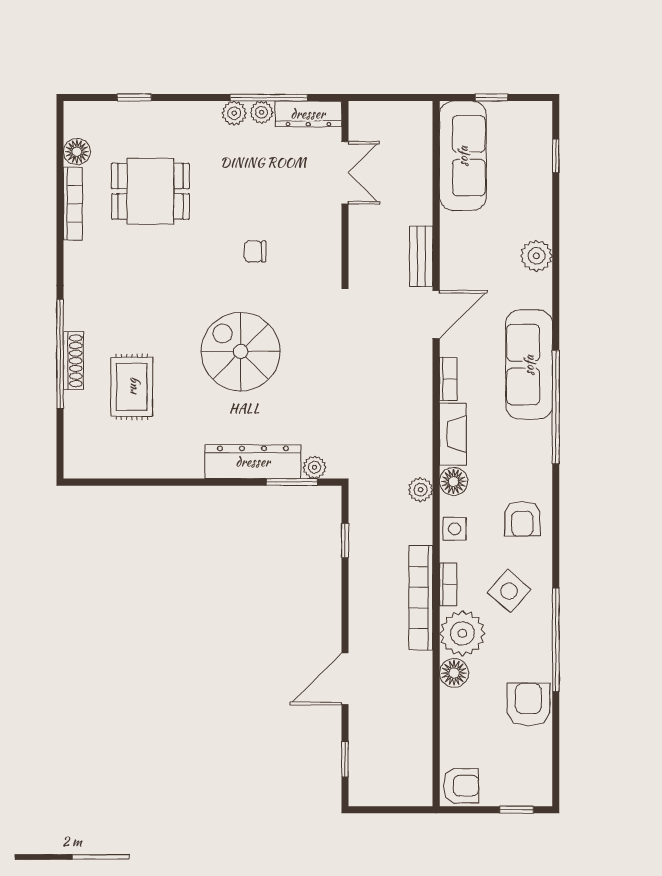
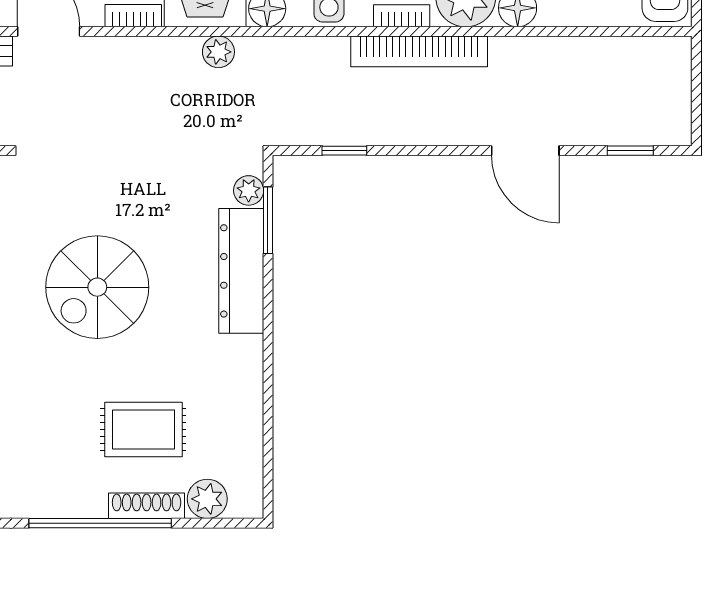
shoe rack: (73, 361) -> (147, 506), moved
plant: (79, 436) -> (207, 499), added
plant: (421, 490) -> (218, 52), moved

